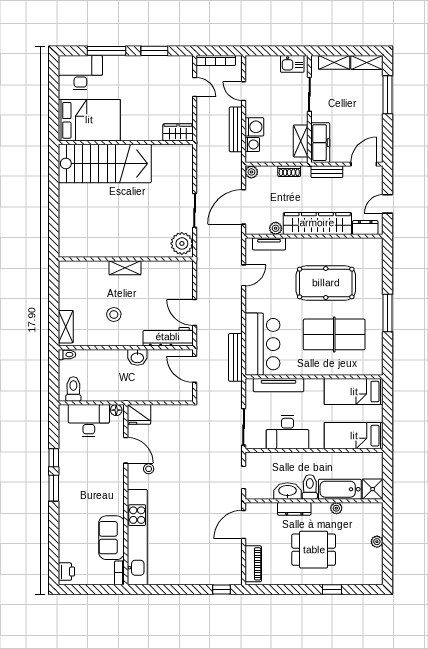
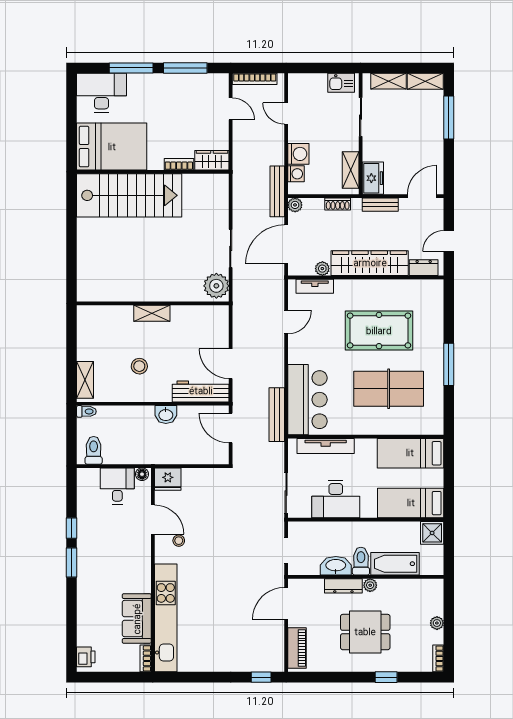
window: (154, 51) -> (185, 68), width x1.44
bench: (236, 129) -> (277, 191), moved
bookcase: (149, 136) -> (179, 164), added
freezer: (320, 143) -> (373, 178), width x0.71
desk: (89, 420) -> (117, 486), width x0.73
shower: (373, 489) -> (432, 533), moved
plant: (336, 508) -> (370, 585), moved
bookcase: (378, 573) -> (438, 658), added

